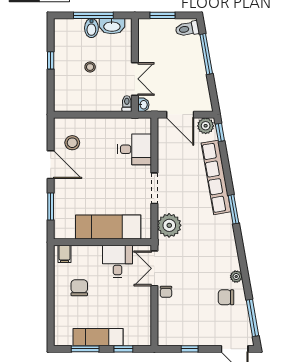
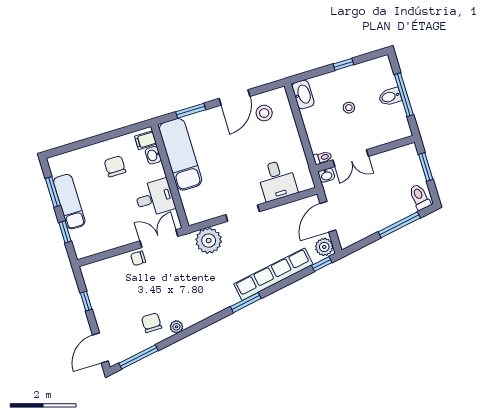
washbasin: (112, 26) -> (303, 94), moved, turned 180
exam couch: (108, 227) -> (180, 154), moved
washbasin: (80, 251) -> (153, 155), added
chair: (79, 288) -> (115, 166), turned -90

